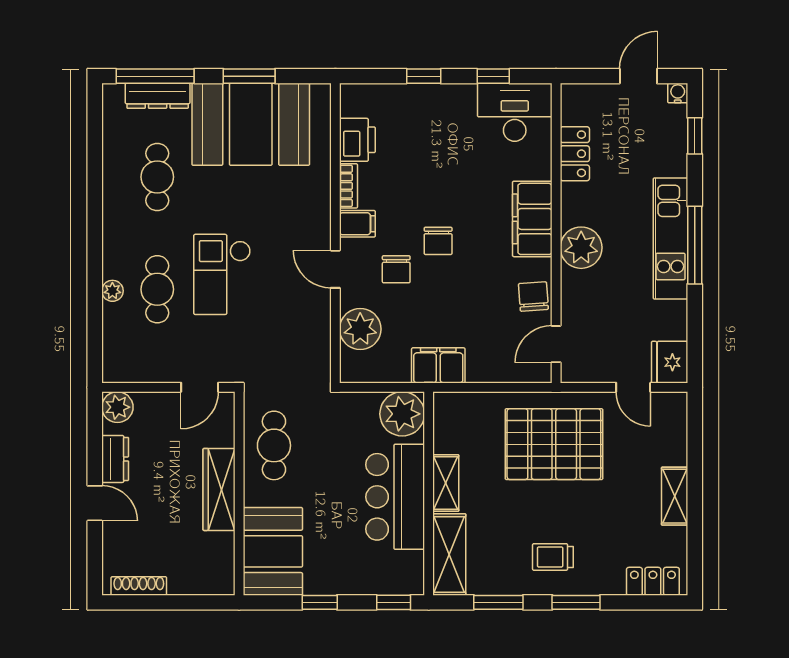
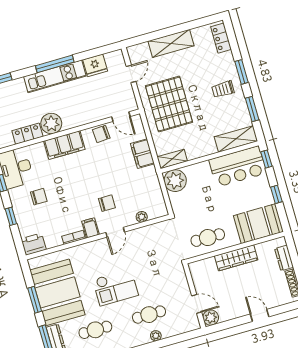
printer: (357, 140) -> (34, 244), moved
chair: (438, 241) -> (39, 197), moved
plant: (581, 248) -> (51, 124), moved
checkout: (222, 274) -> (116, 287), moved
plant: (360, 329) -> (142, 217), width x0.53, depth x0.53
fridge: (670, 362) -> (95, 65), moved
filing cabinet: (438, 365) -> (142, 154), moved
door: (200, 387) -> (197, 304), moved
dresser: (115, 459) -> (284, 258), moved, turned -90
shelving: (446, 483) -> (172, 159), moved
shelving: (675, 496) -> (171, 43), width x1.50, depth x1.33
bar counter: (395, 497) -> (238, 166), moved
door: (95, 503) -> (260, 315), hinge flipped
trolley: (553, 557) -> (223, 89), turned 90

